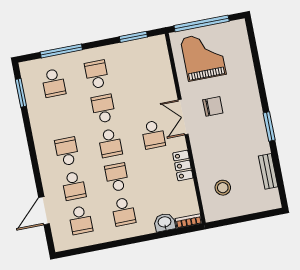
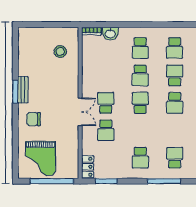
grand piano: (203, 56) -> (40, 159), moved
chair: (213, 106) -> (34, 119), moved
school desk: (103, 109) -> (106, 130), moved
locker: (183, 166) -> (88, 167), moved
bench: (268, 171) -> (23, 90), moved
school desk: (124, 212) -> (140, 48), turned 180
school desk: (80, 220) -> (175, 48), turned 180

